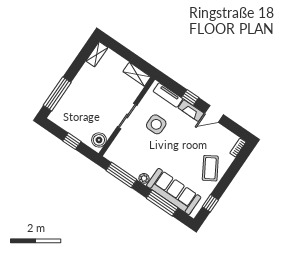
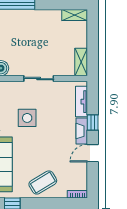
door: (214, 114) -> (93, 153), hinge flipped
side table: (156, 124) -> (27, 118), moved

